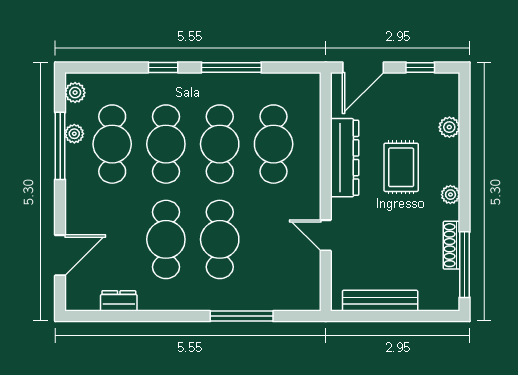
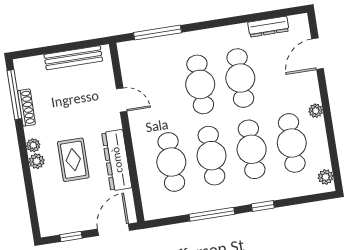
plant: (449, 127) -> (37, 161), moved
plant: (74, 134) -> (316, 111), moved
window: (60, 146) -> (330, 135), removed
dresser: (119, 301) -> (268, 27), width x1.44
window: (242, 316) -> (157, 33), moved

